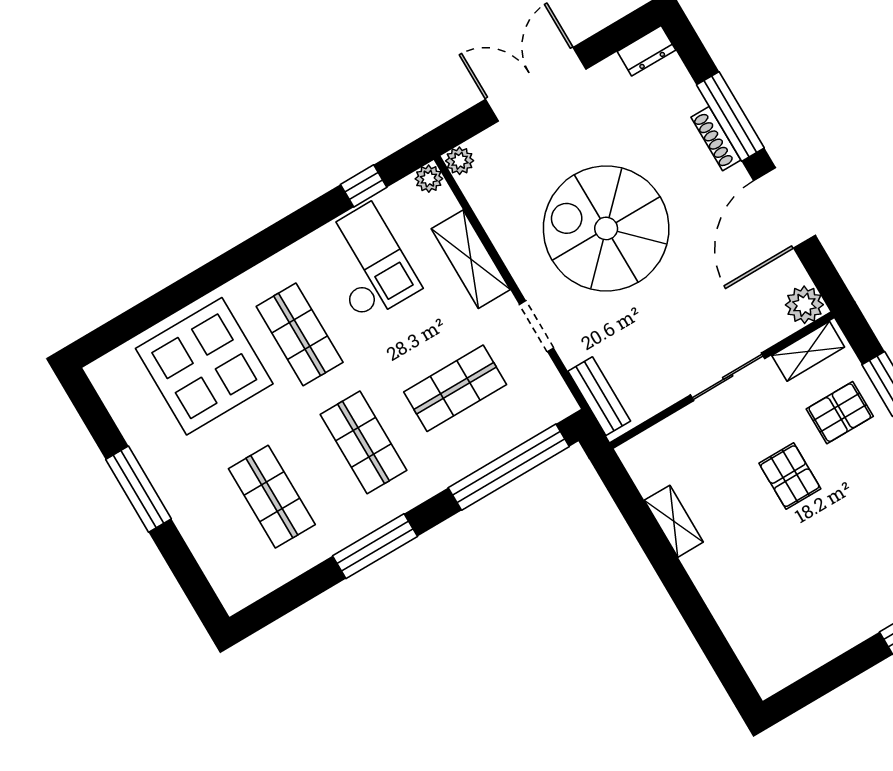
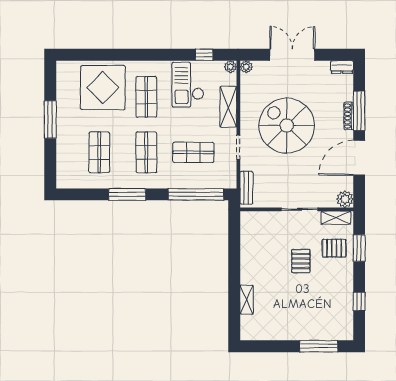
checkout: (367, 263) -> (188, 85), turned 180
shelving: (674, 521) -> (247, 300), moved

